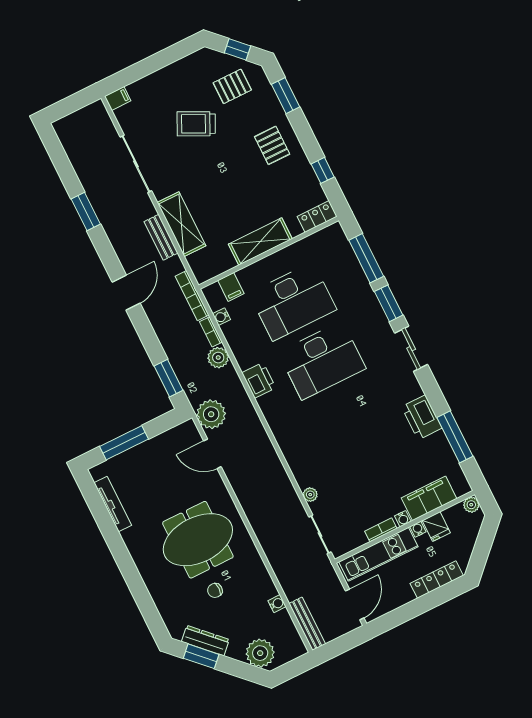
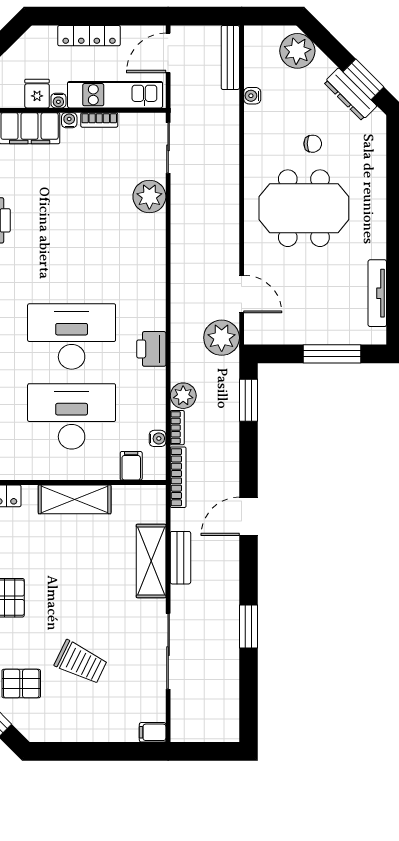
plant: (310, 495) -> (149, 197), width x1.88, depth x1.88
locker: (437, 579) -> (89, 36), moved

